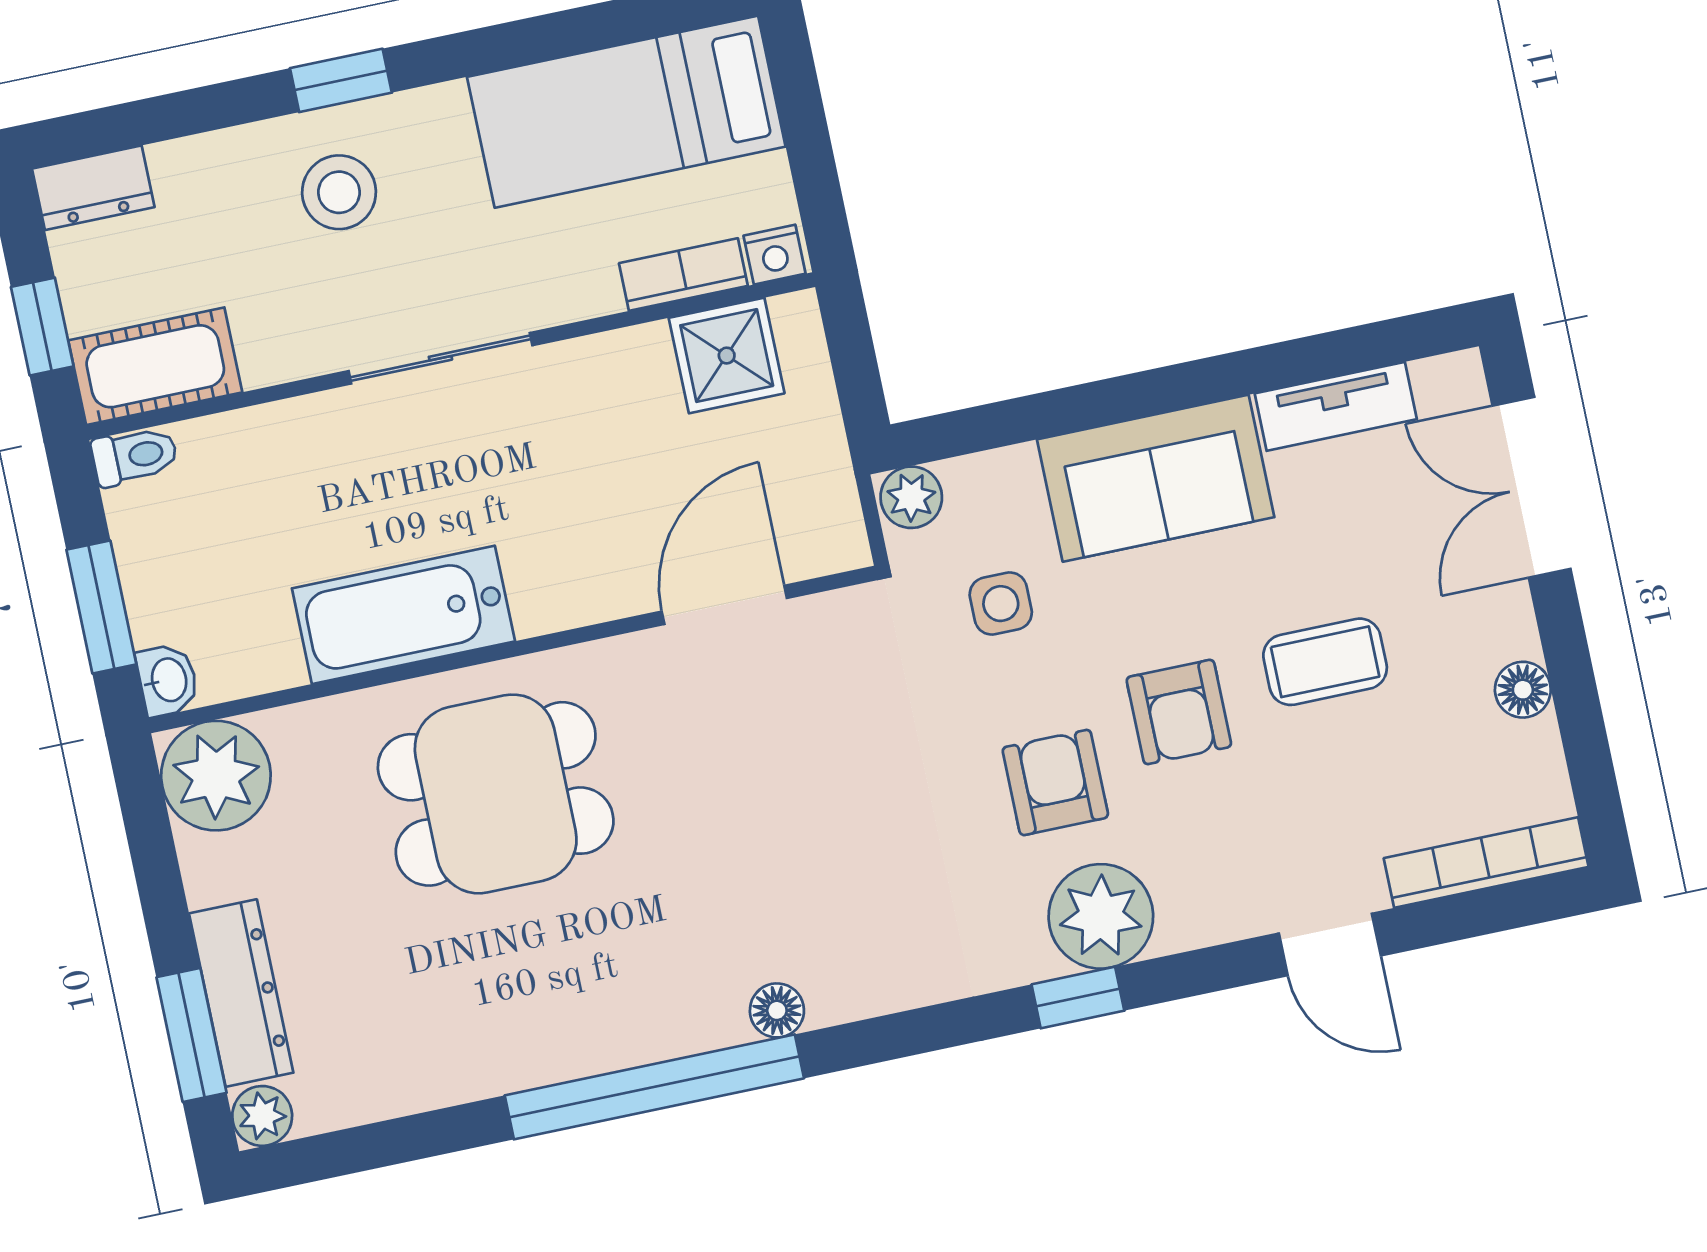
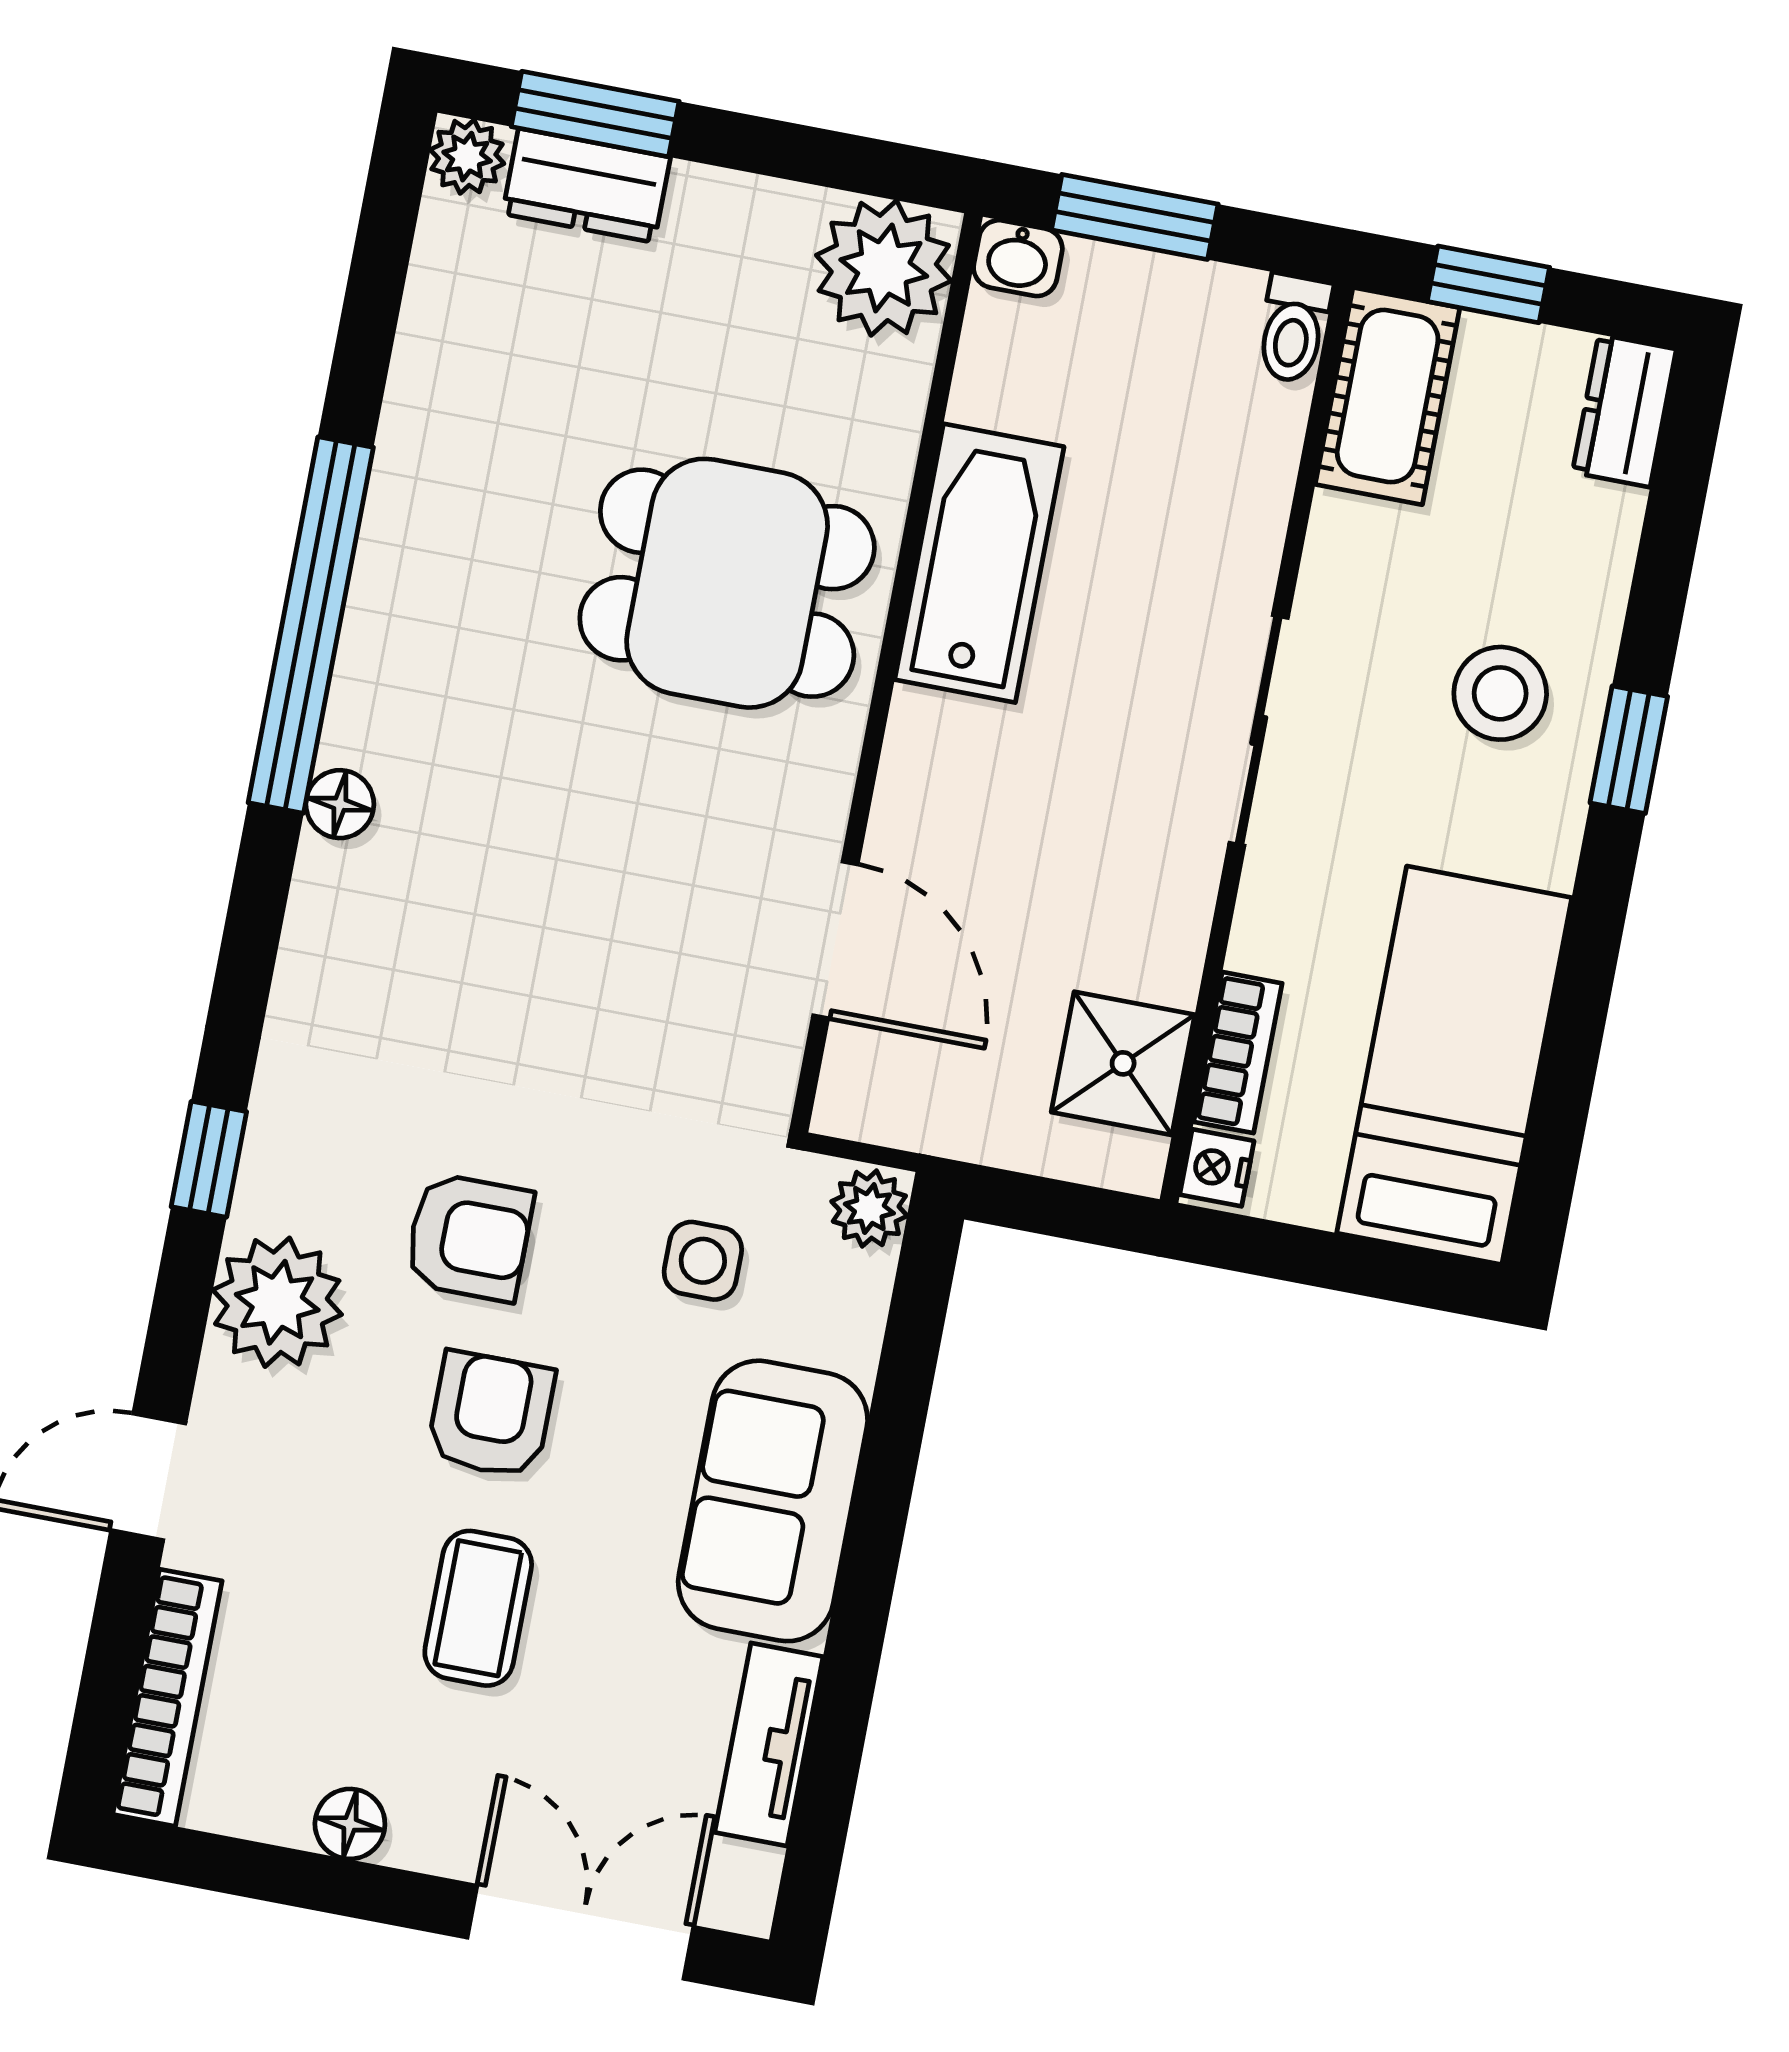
armchair: (1179, 712) -> (491, 1415), turned 90
dining table: (496, 794) -> (727, 583), turned 90
plant: (1101, 916) -> (277, 1302), moved
dresser: (241, 993) -> (586, 185), width x0.70

